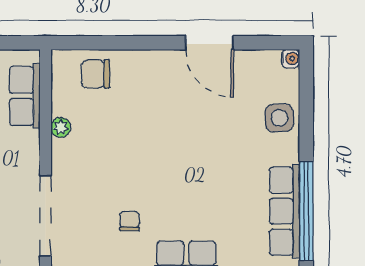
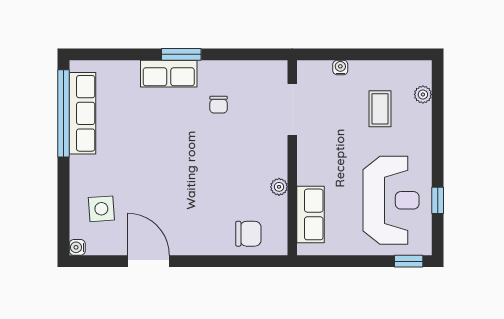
side table: (279, 118) -> (101, 209), moved
doorway: (45, 216) -> (292, 110), width x0.73

